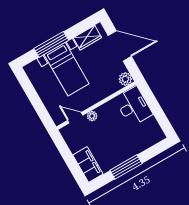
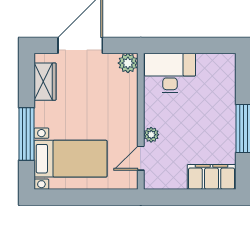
bed with nightstands: (67, 69) -> (71, 159), moved

